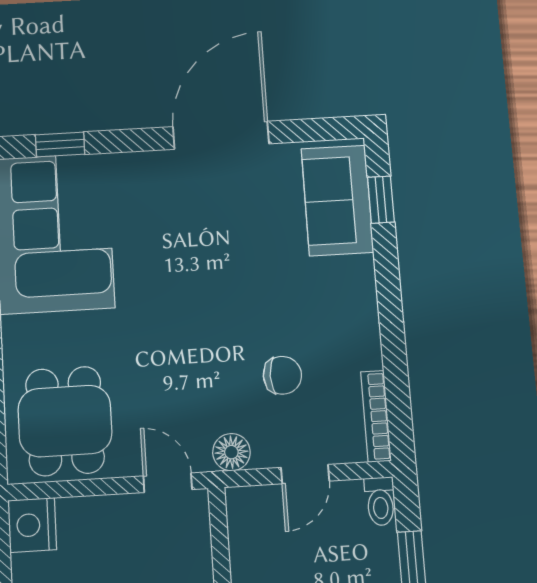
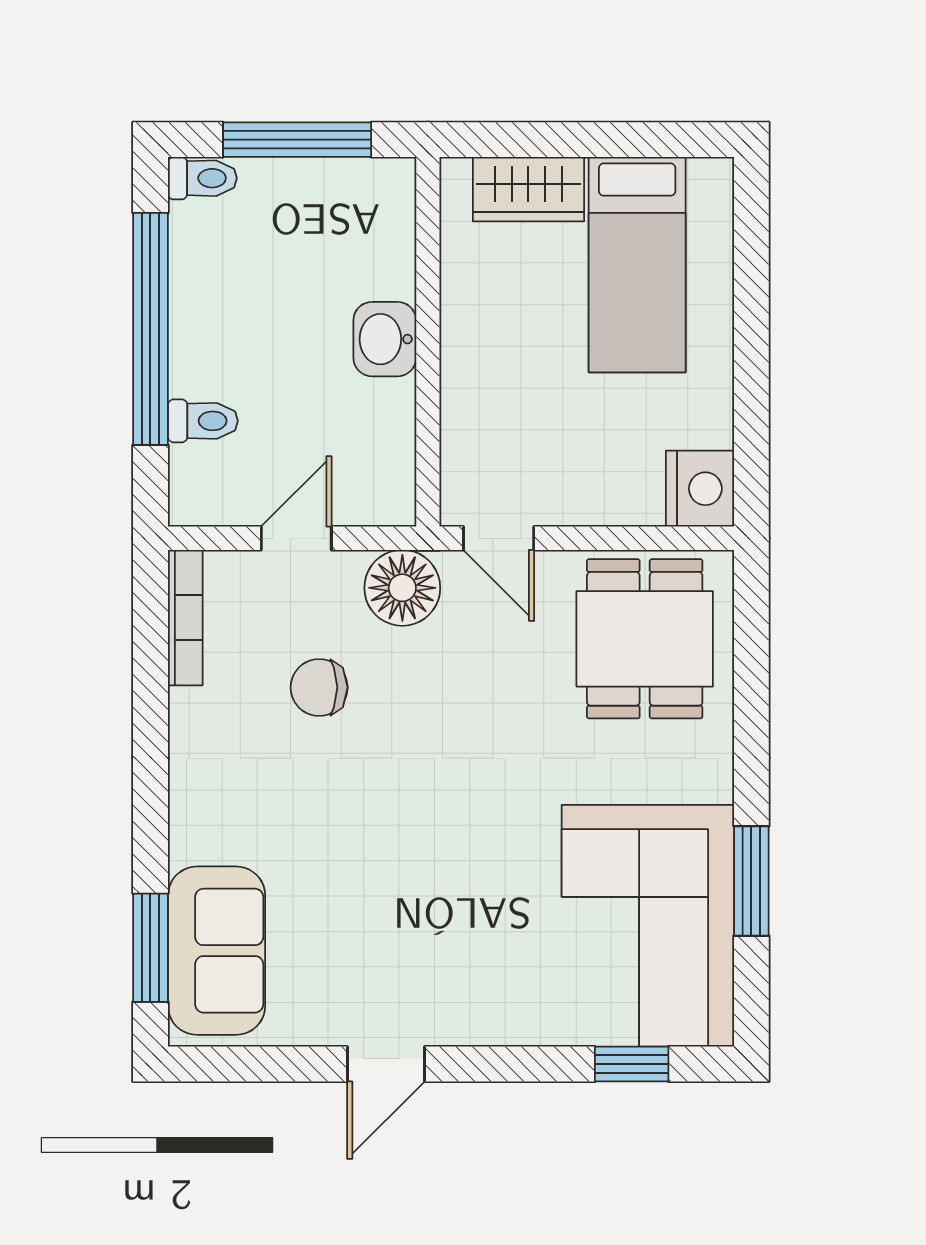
door: (221, 135) -> (386, 1064), width x0.53
window: (381, 200) -> (150, 948), width x1.50
floor lamp: (231, 452) -> (402, 588), width x1.38, depth x1.38
toilet: (380, 501) -> (203, 421), moved, turned 90

